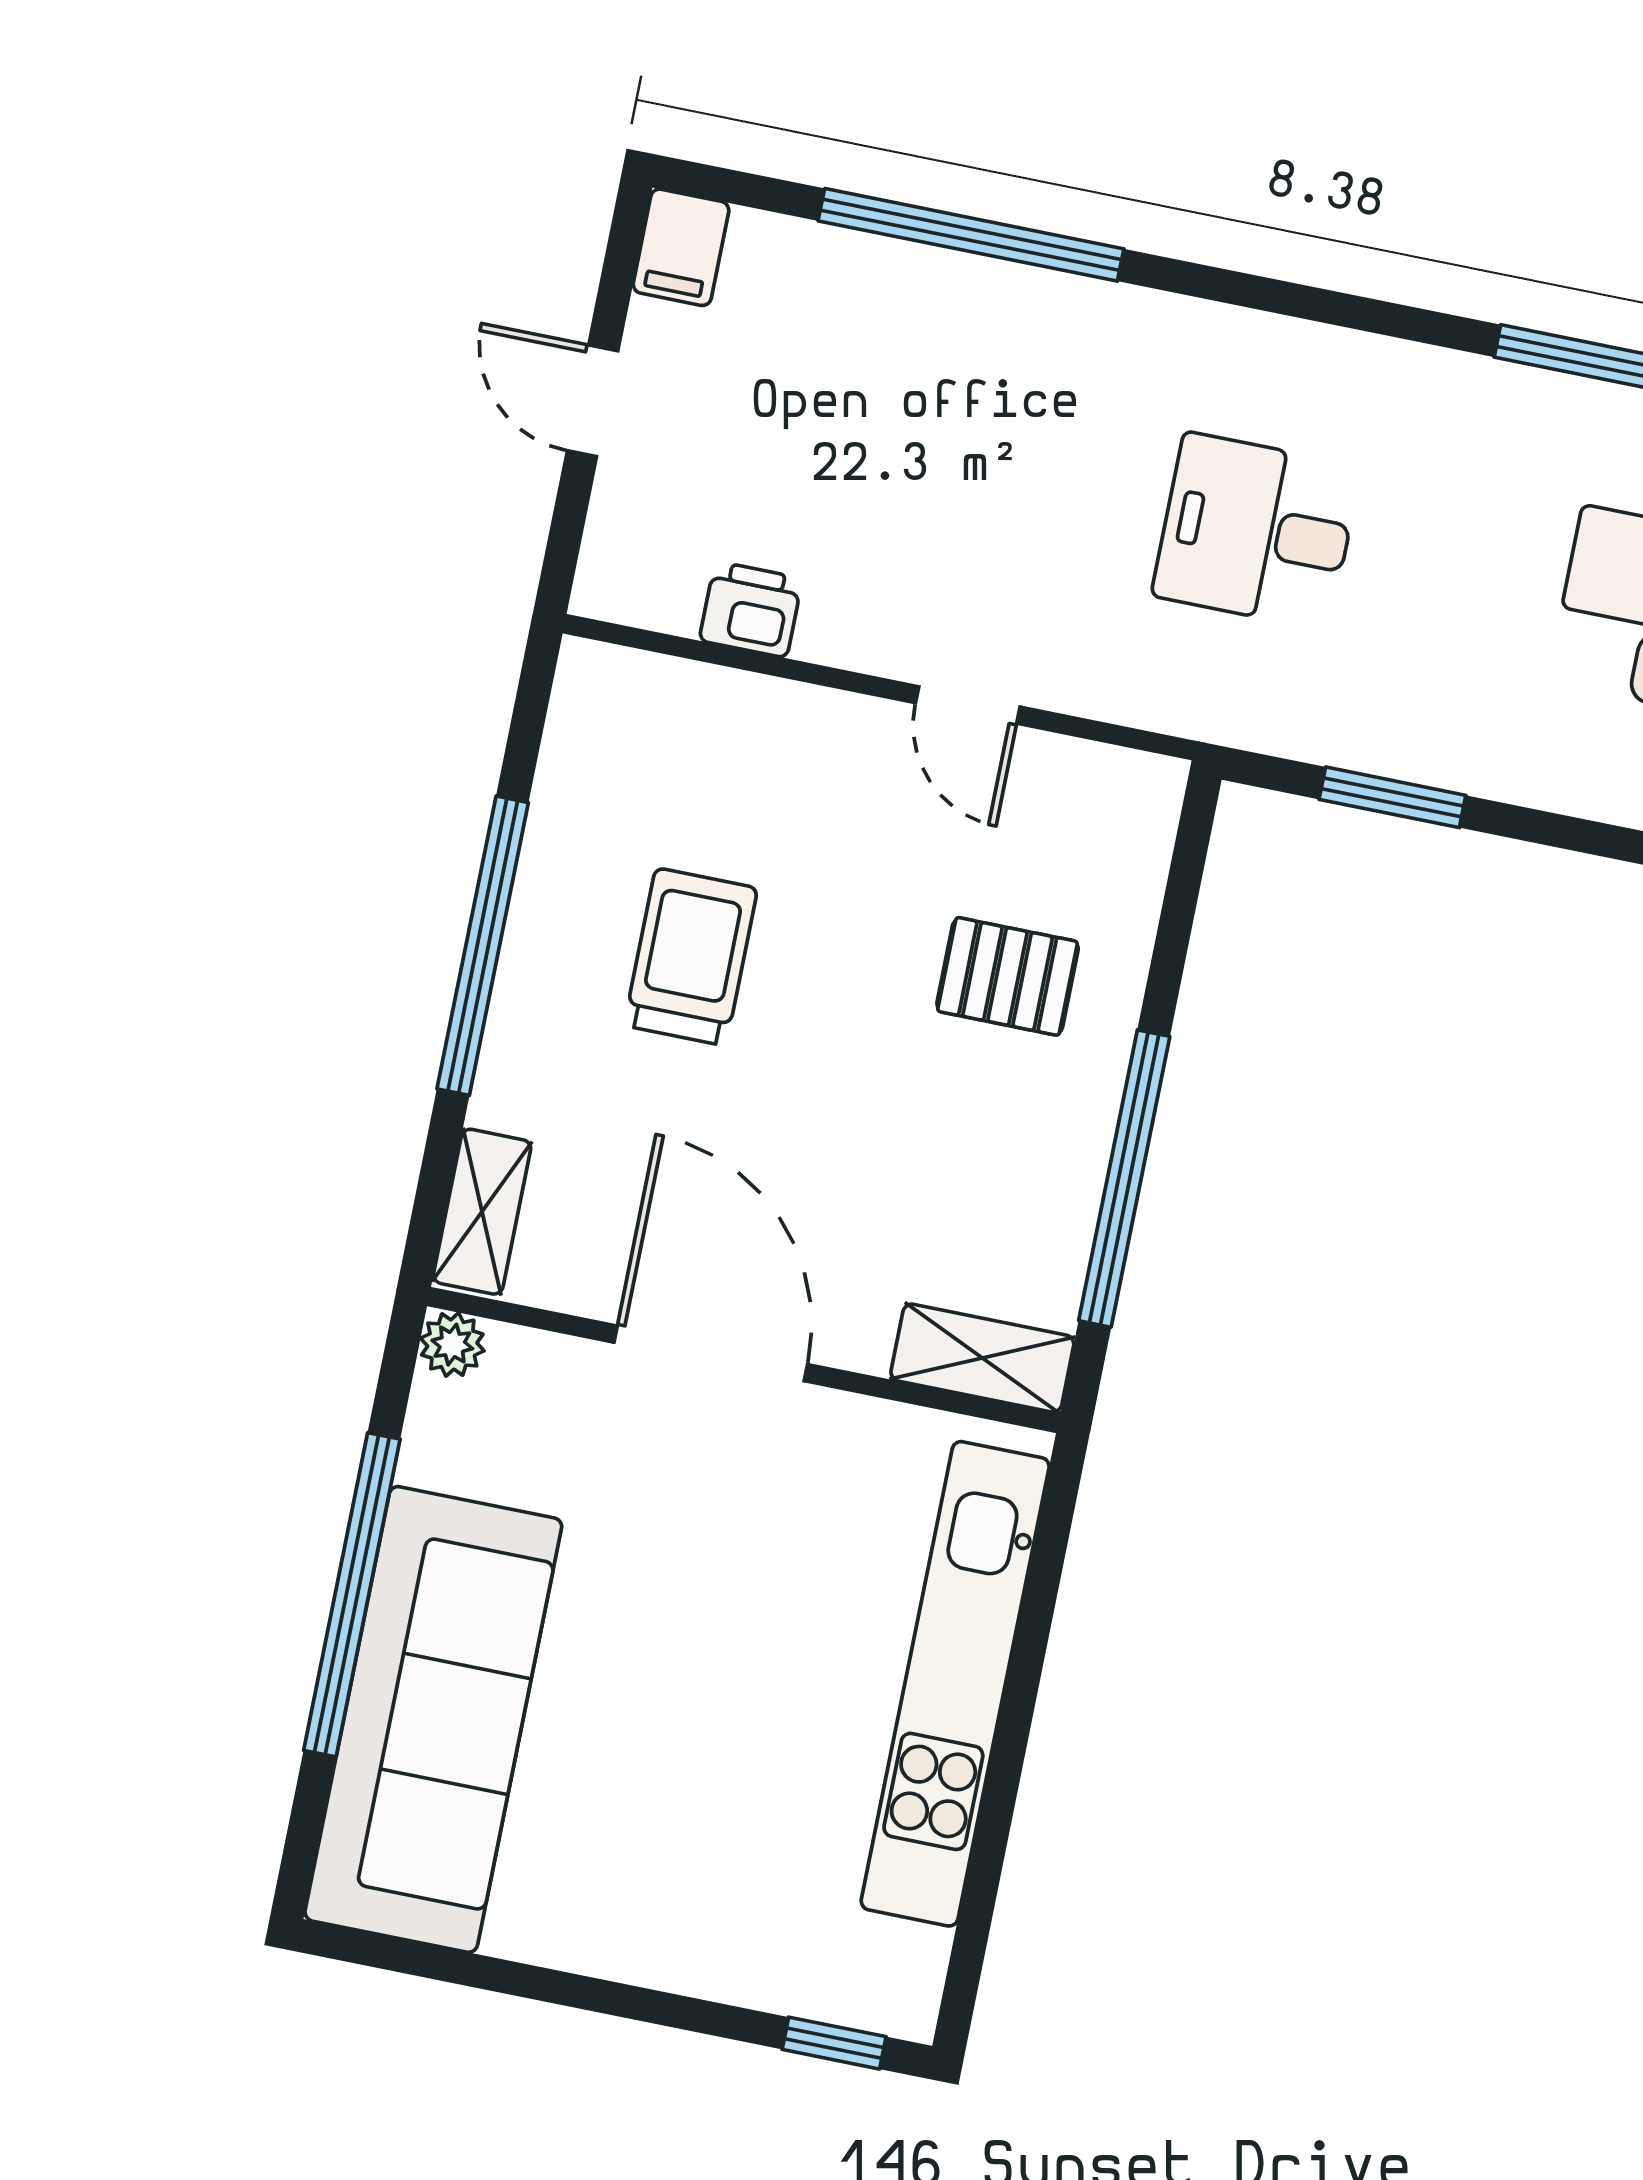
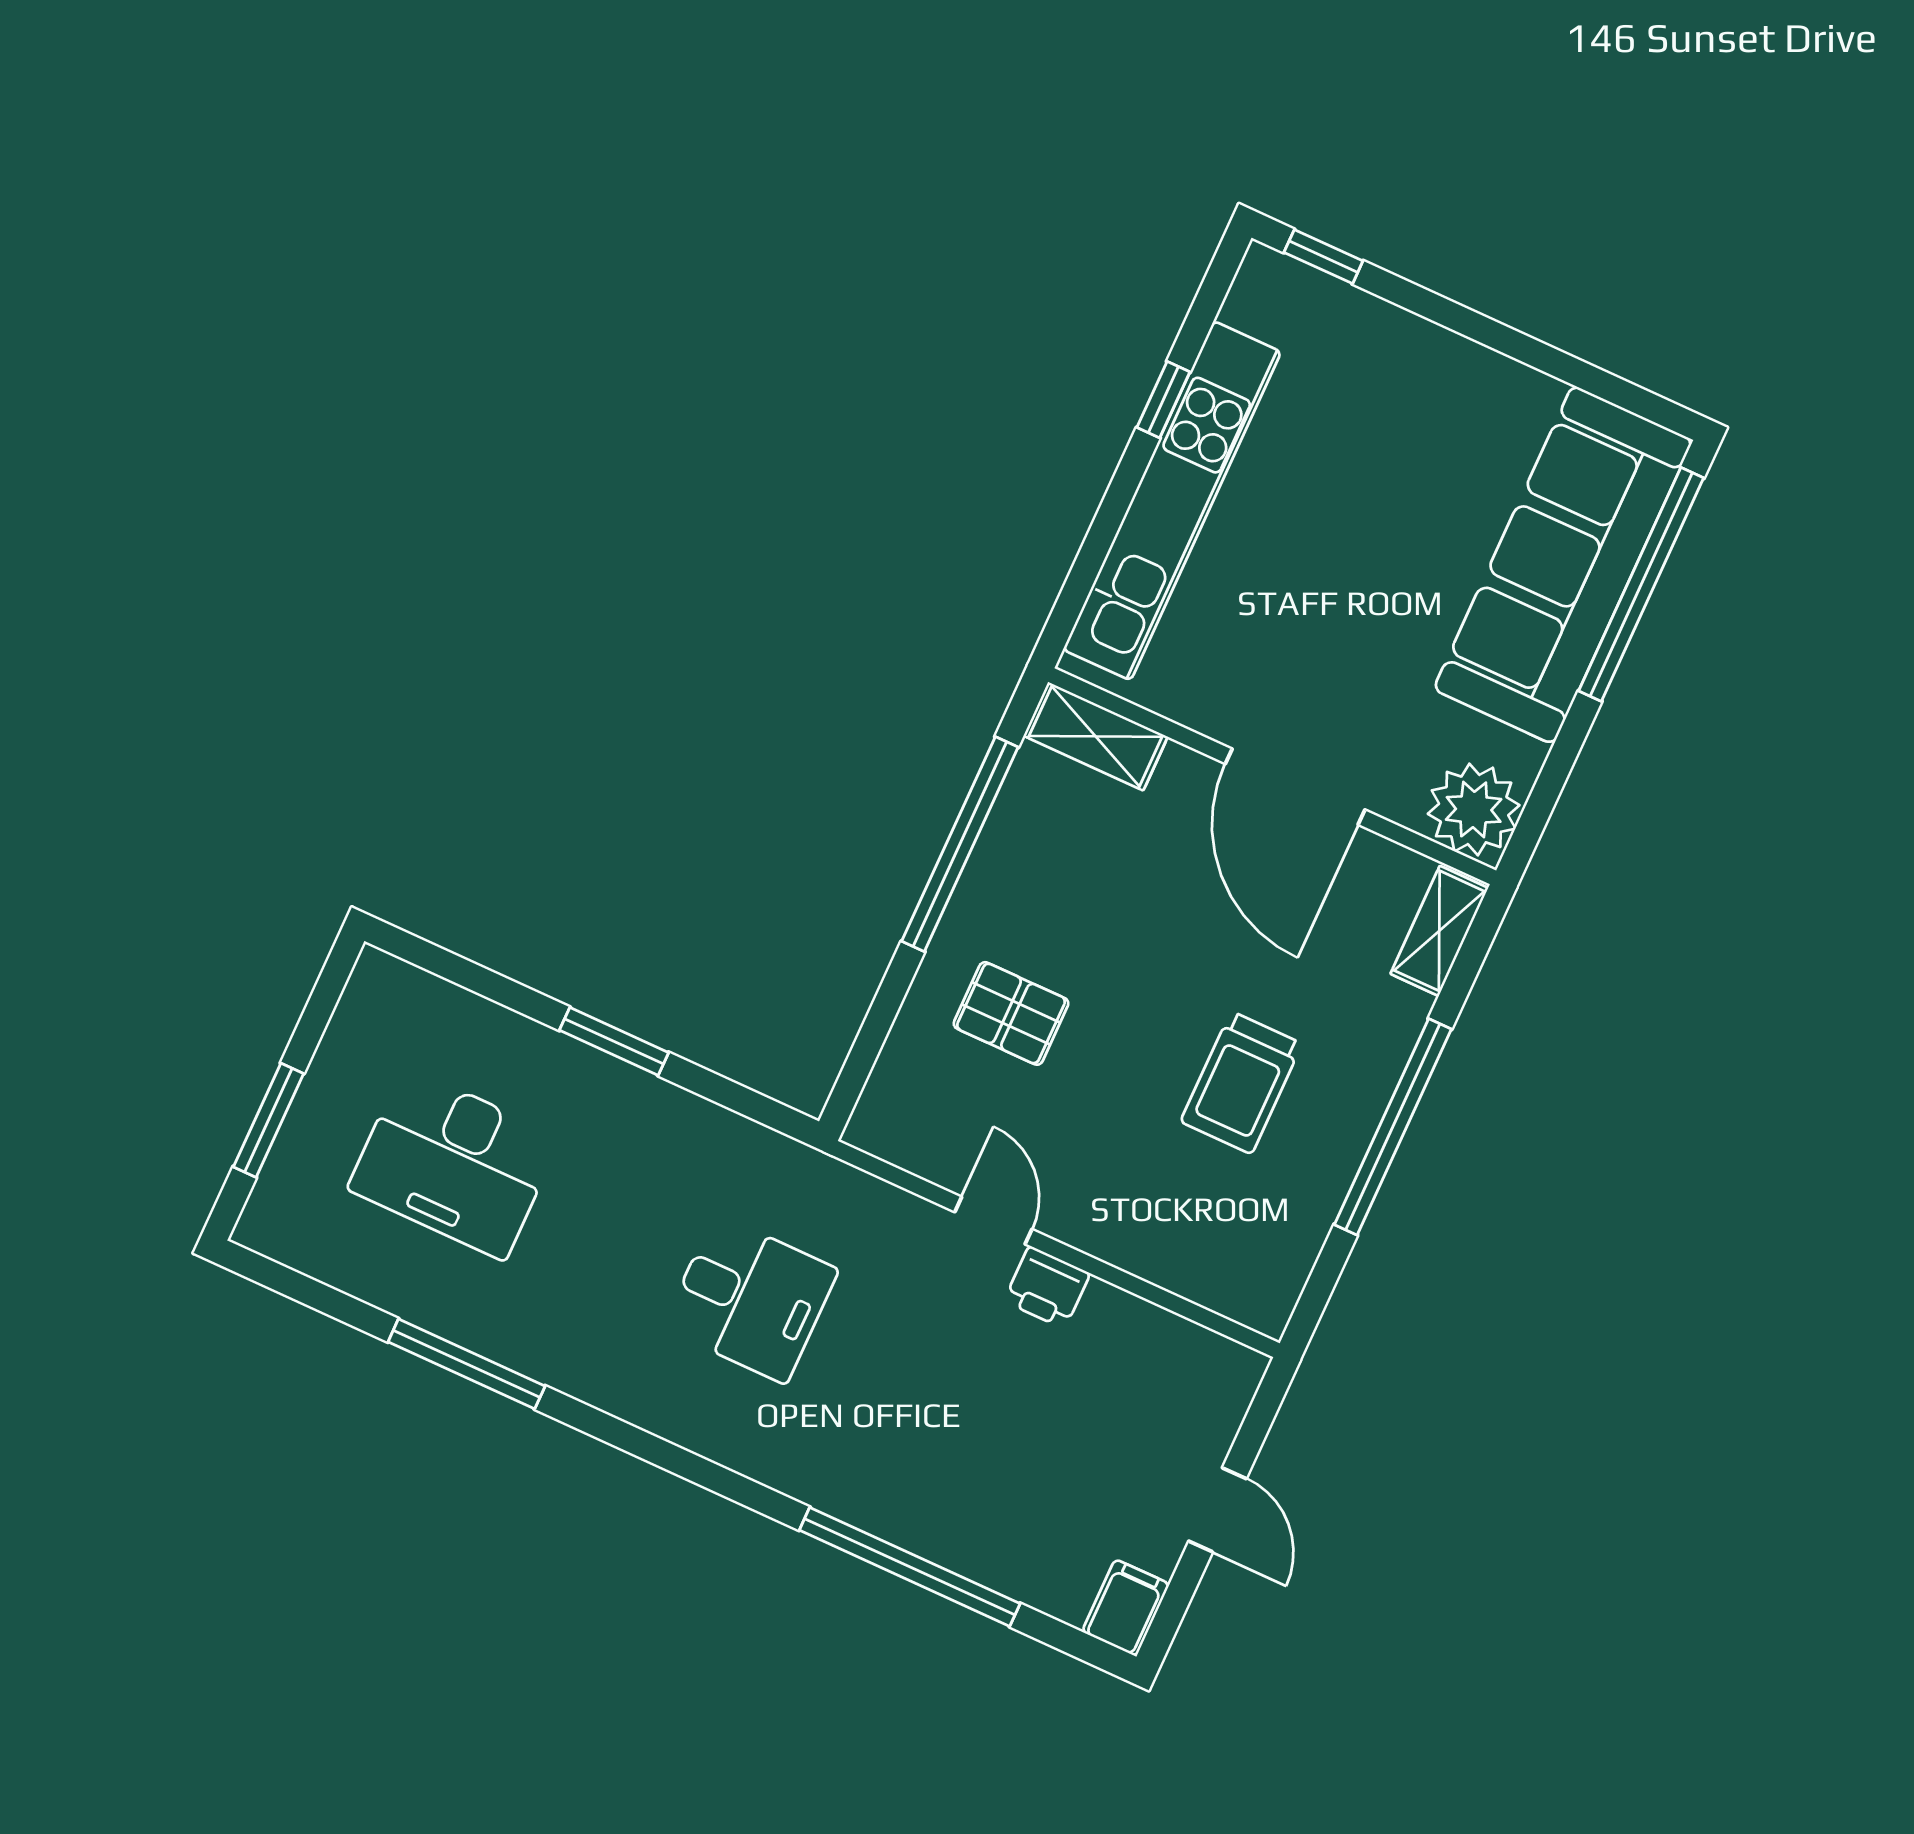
printer: (751, 609) -> (1047, 1287), moved
window: (1392, 797) -> (614, 1041), moved
plant: (452, 1345) -> (1474, 809), width x1.88, depth x1.88
window: (352, 1595) -> (1641, 584), moved
window: (997, 1811) -> (1163, 400), added

